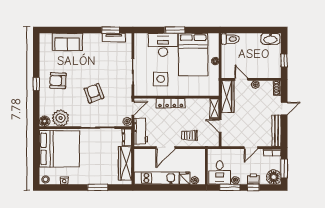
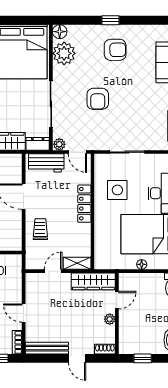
armchair: (58, 81) -> (115, 50), turned 86
armchair: (94, 93) -> (98, 99), turned 110

